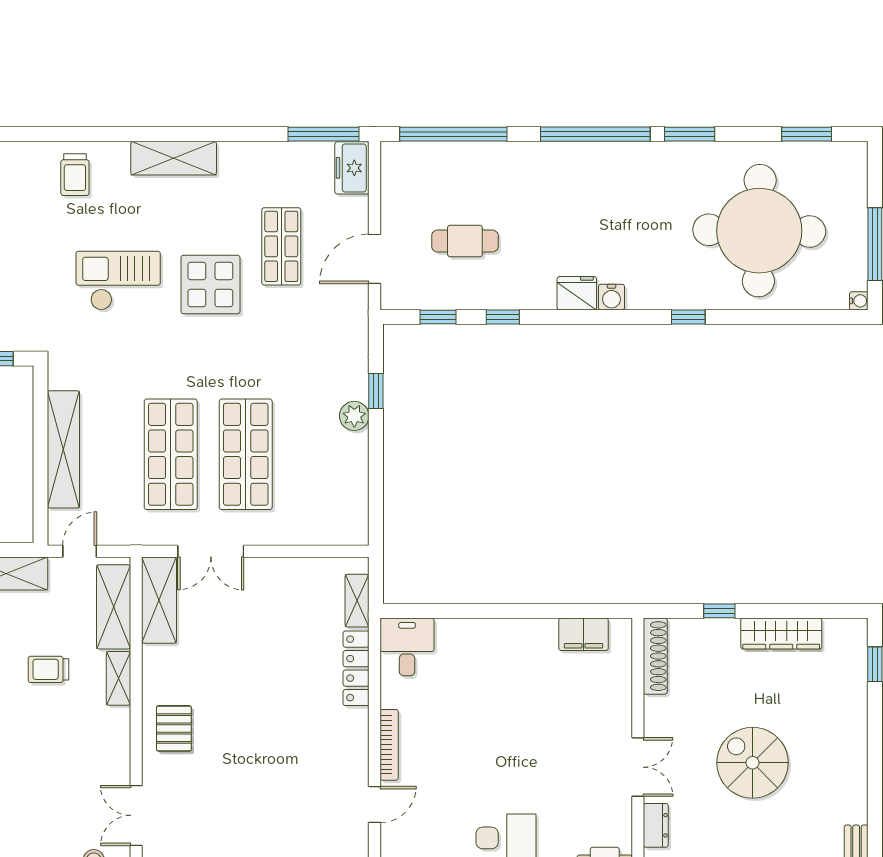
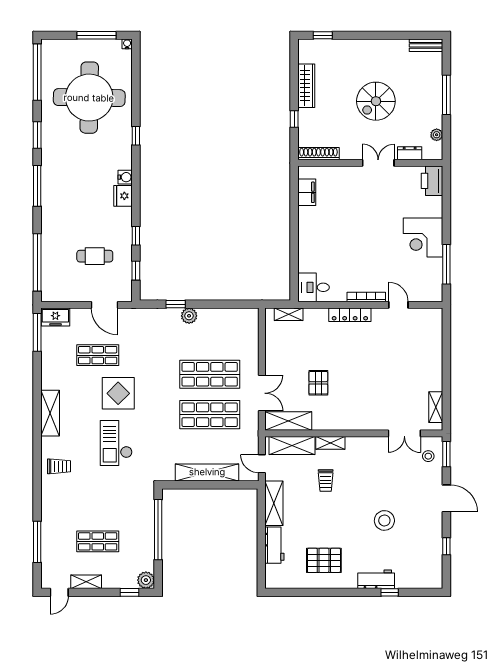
window: (595, 134) -> (37, 186), width x0.68
window: (807, 134) -> (37, 72), width x2.11
cafe table: (465, 241) -> (95, 256), turned 90
locker: (356, 668) -> (350, 315), moved
pallet: (174, 728) -> (318, 383), moved, turned 90

